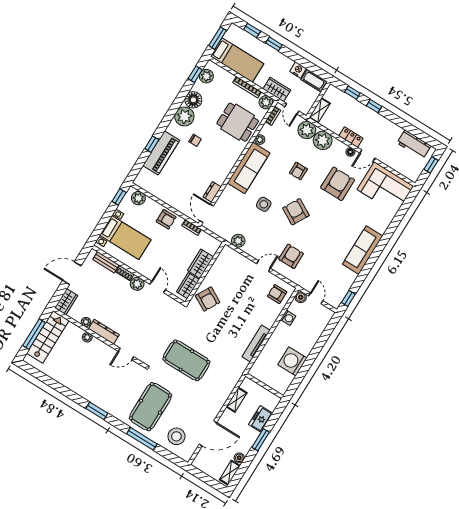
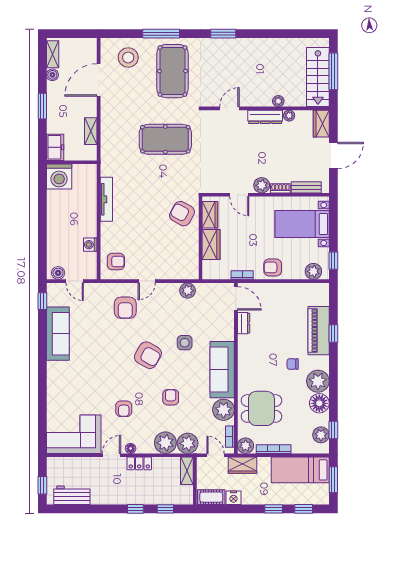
plant: (260, 140) -> (223, 410), width x1.87, depth x1.87
armchair: (338, 184) -> (124, 409), width x0.53, depth x0.53
sofa: (363, 250) -> (58, 334), moved
boiler: (301, 297) -> (58, 273), moved
washing machine: (292, 361) -> (59, 176), moved, turned 90
freezer: (261, 419) -> (55, 147), moved

